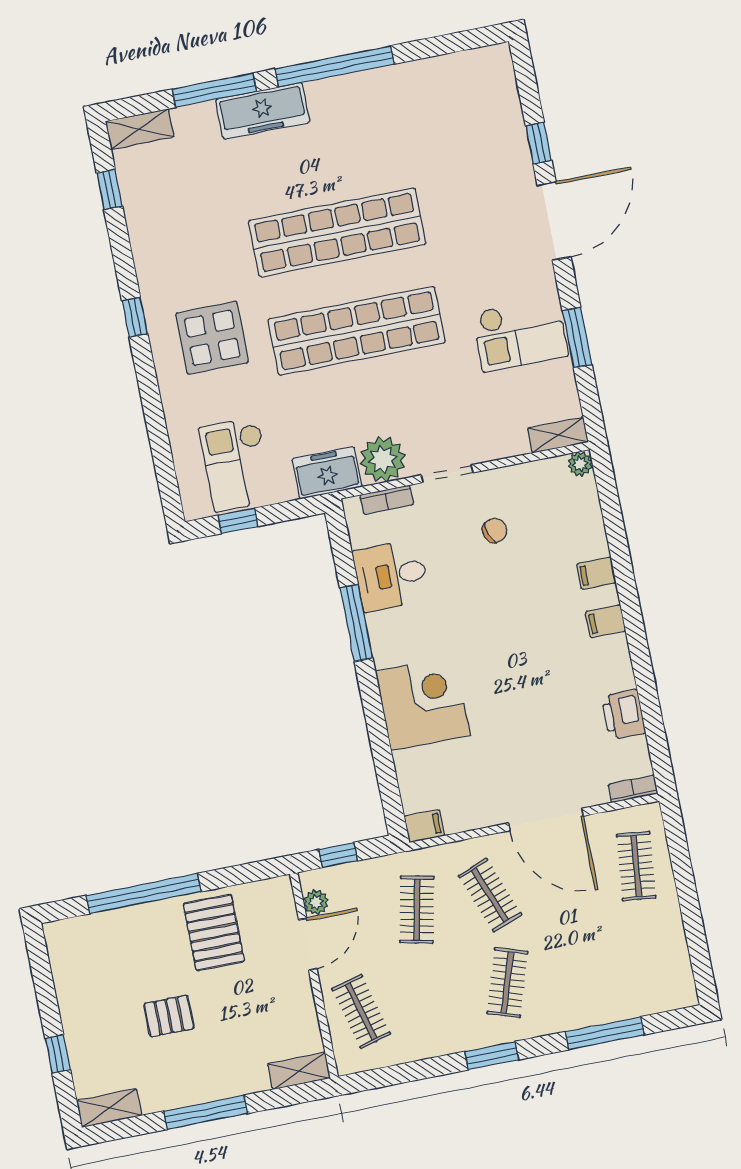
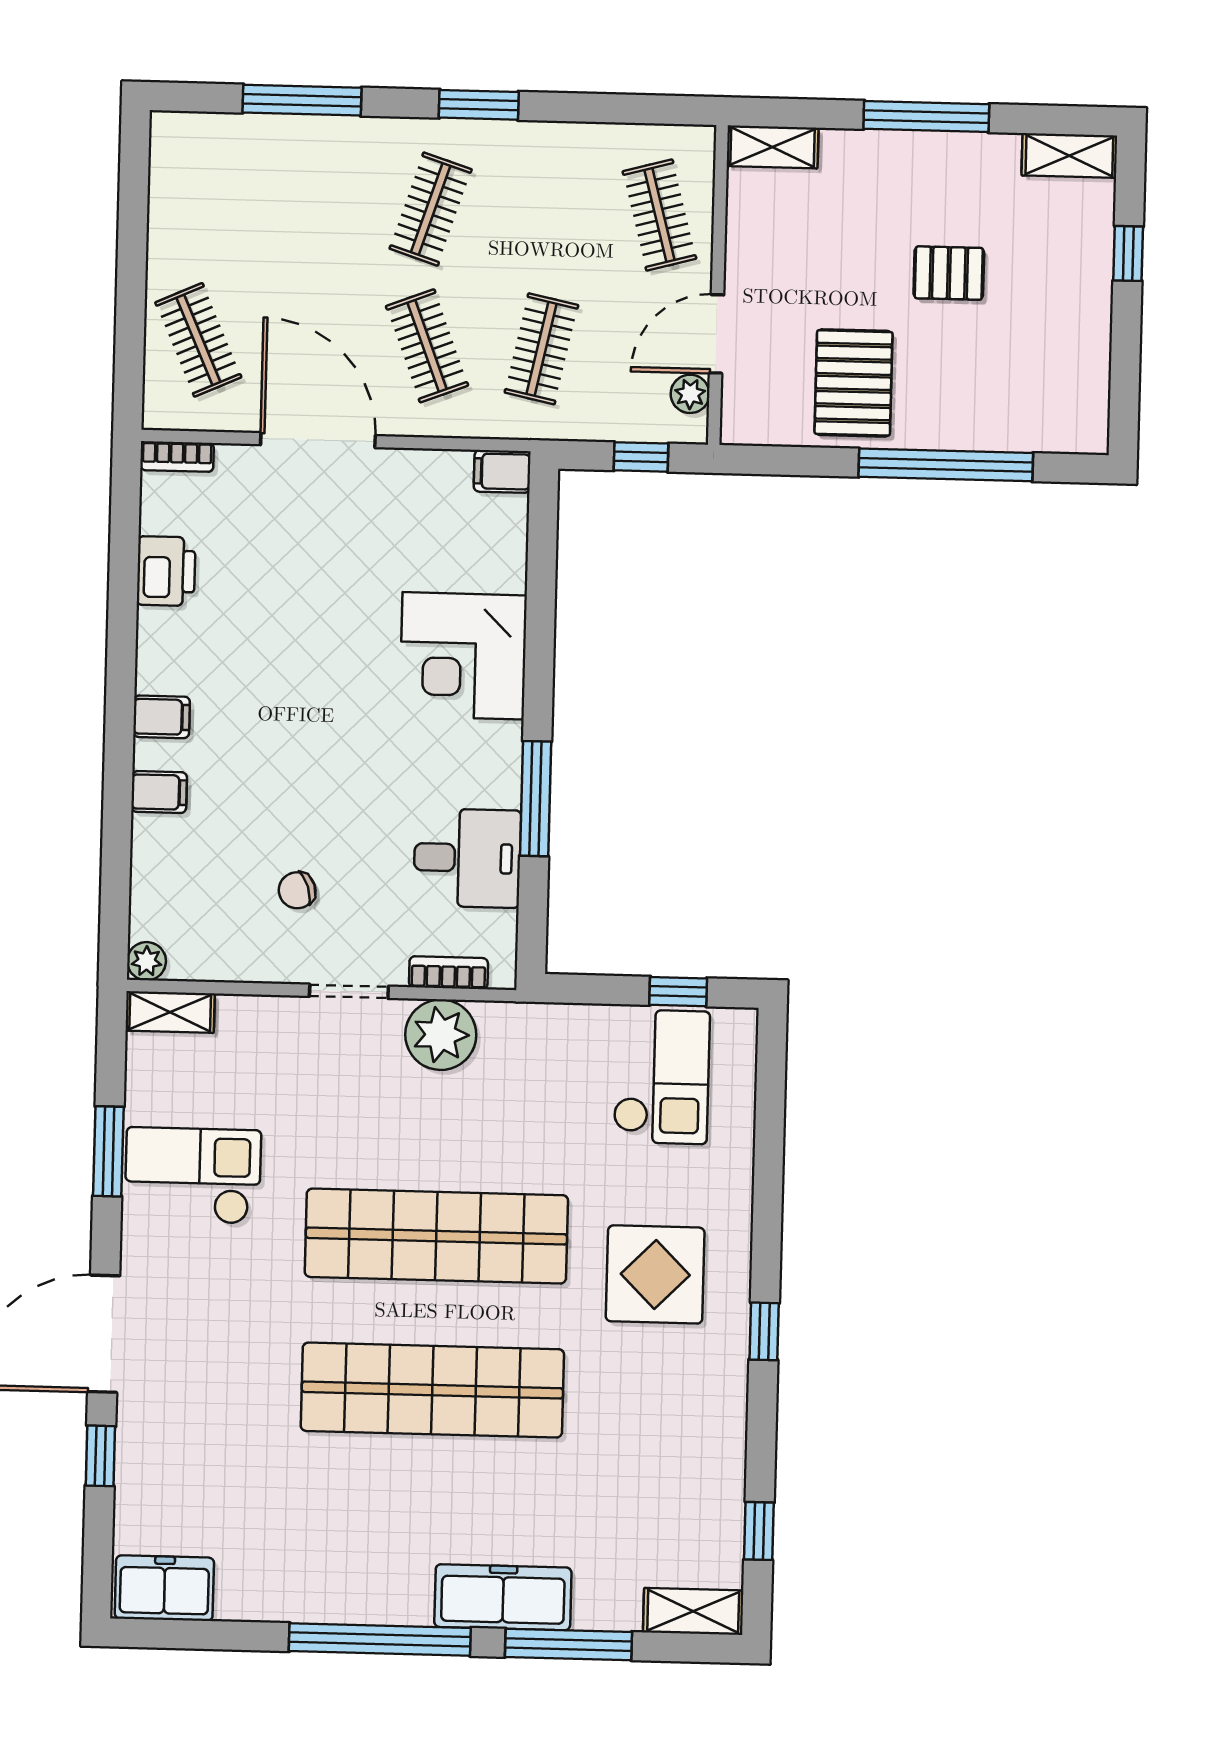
freezer: (327, 473) -> (164, 1588), moved, turned 180
clothes rail: (636, 866) -> (198, 340), turned -30

